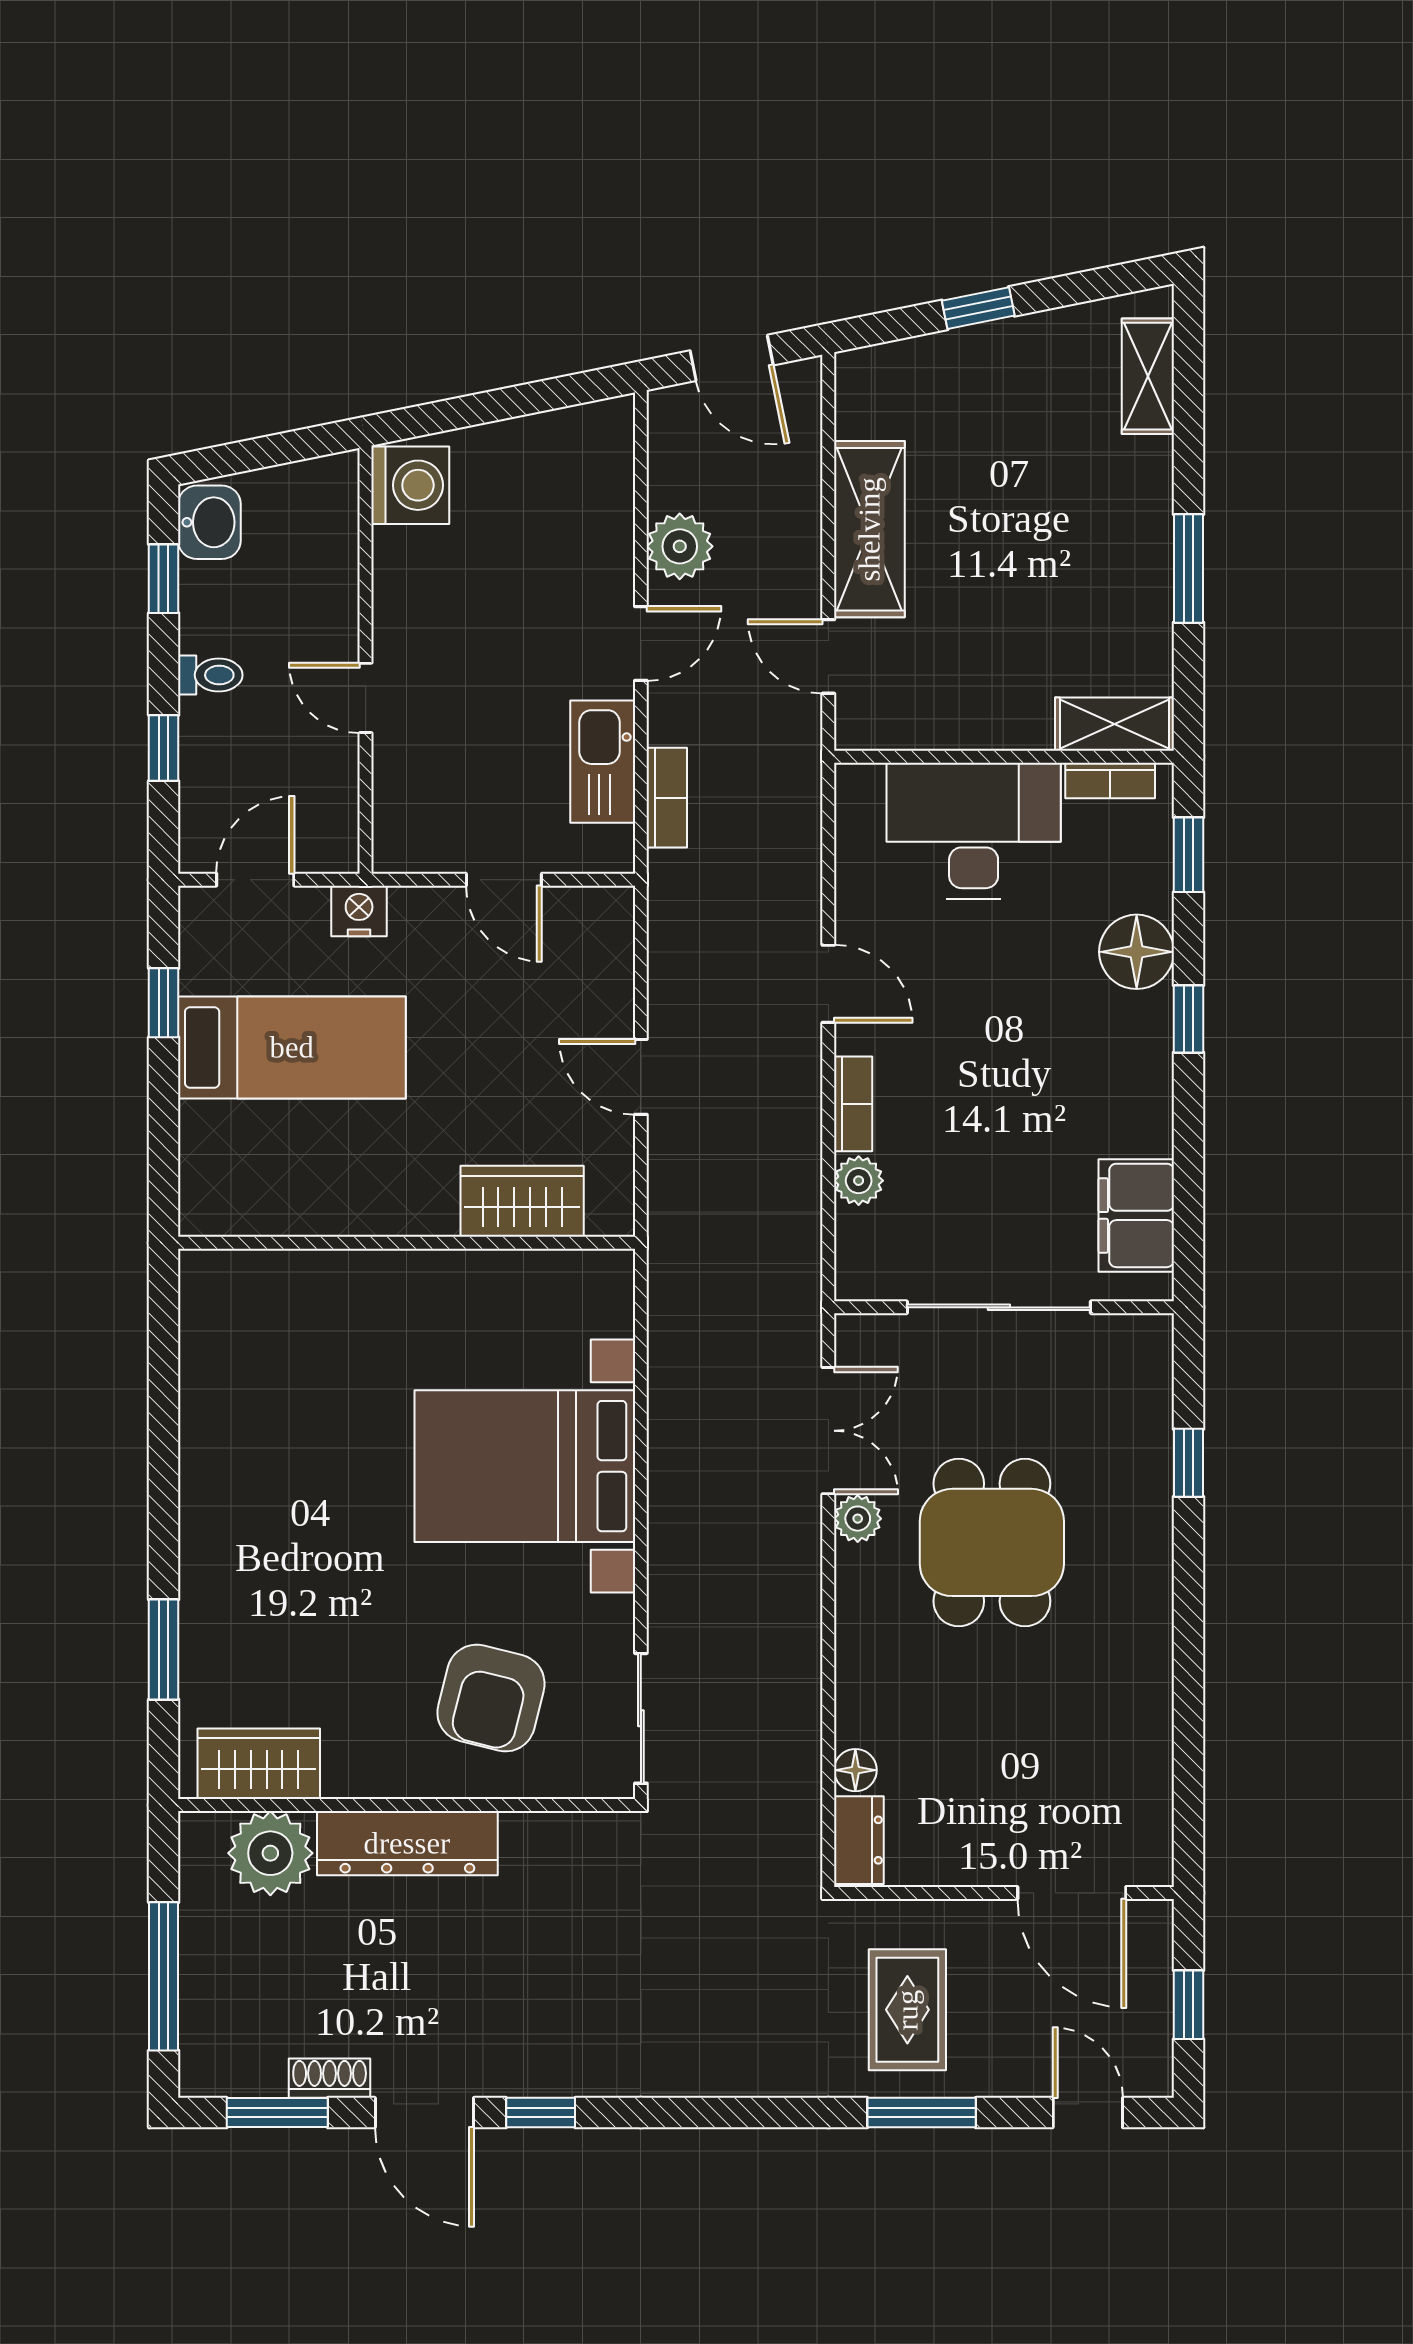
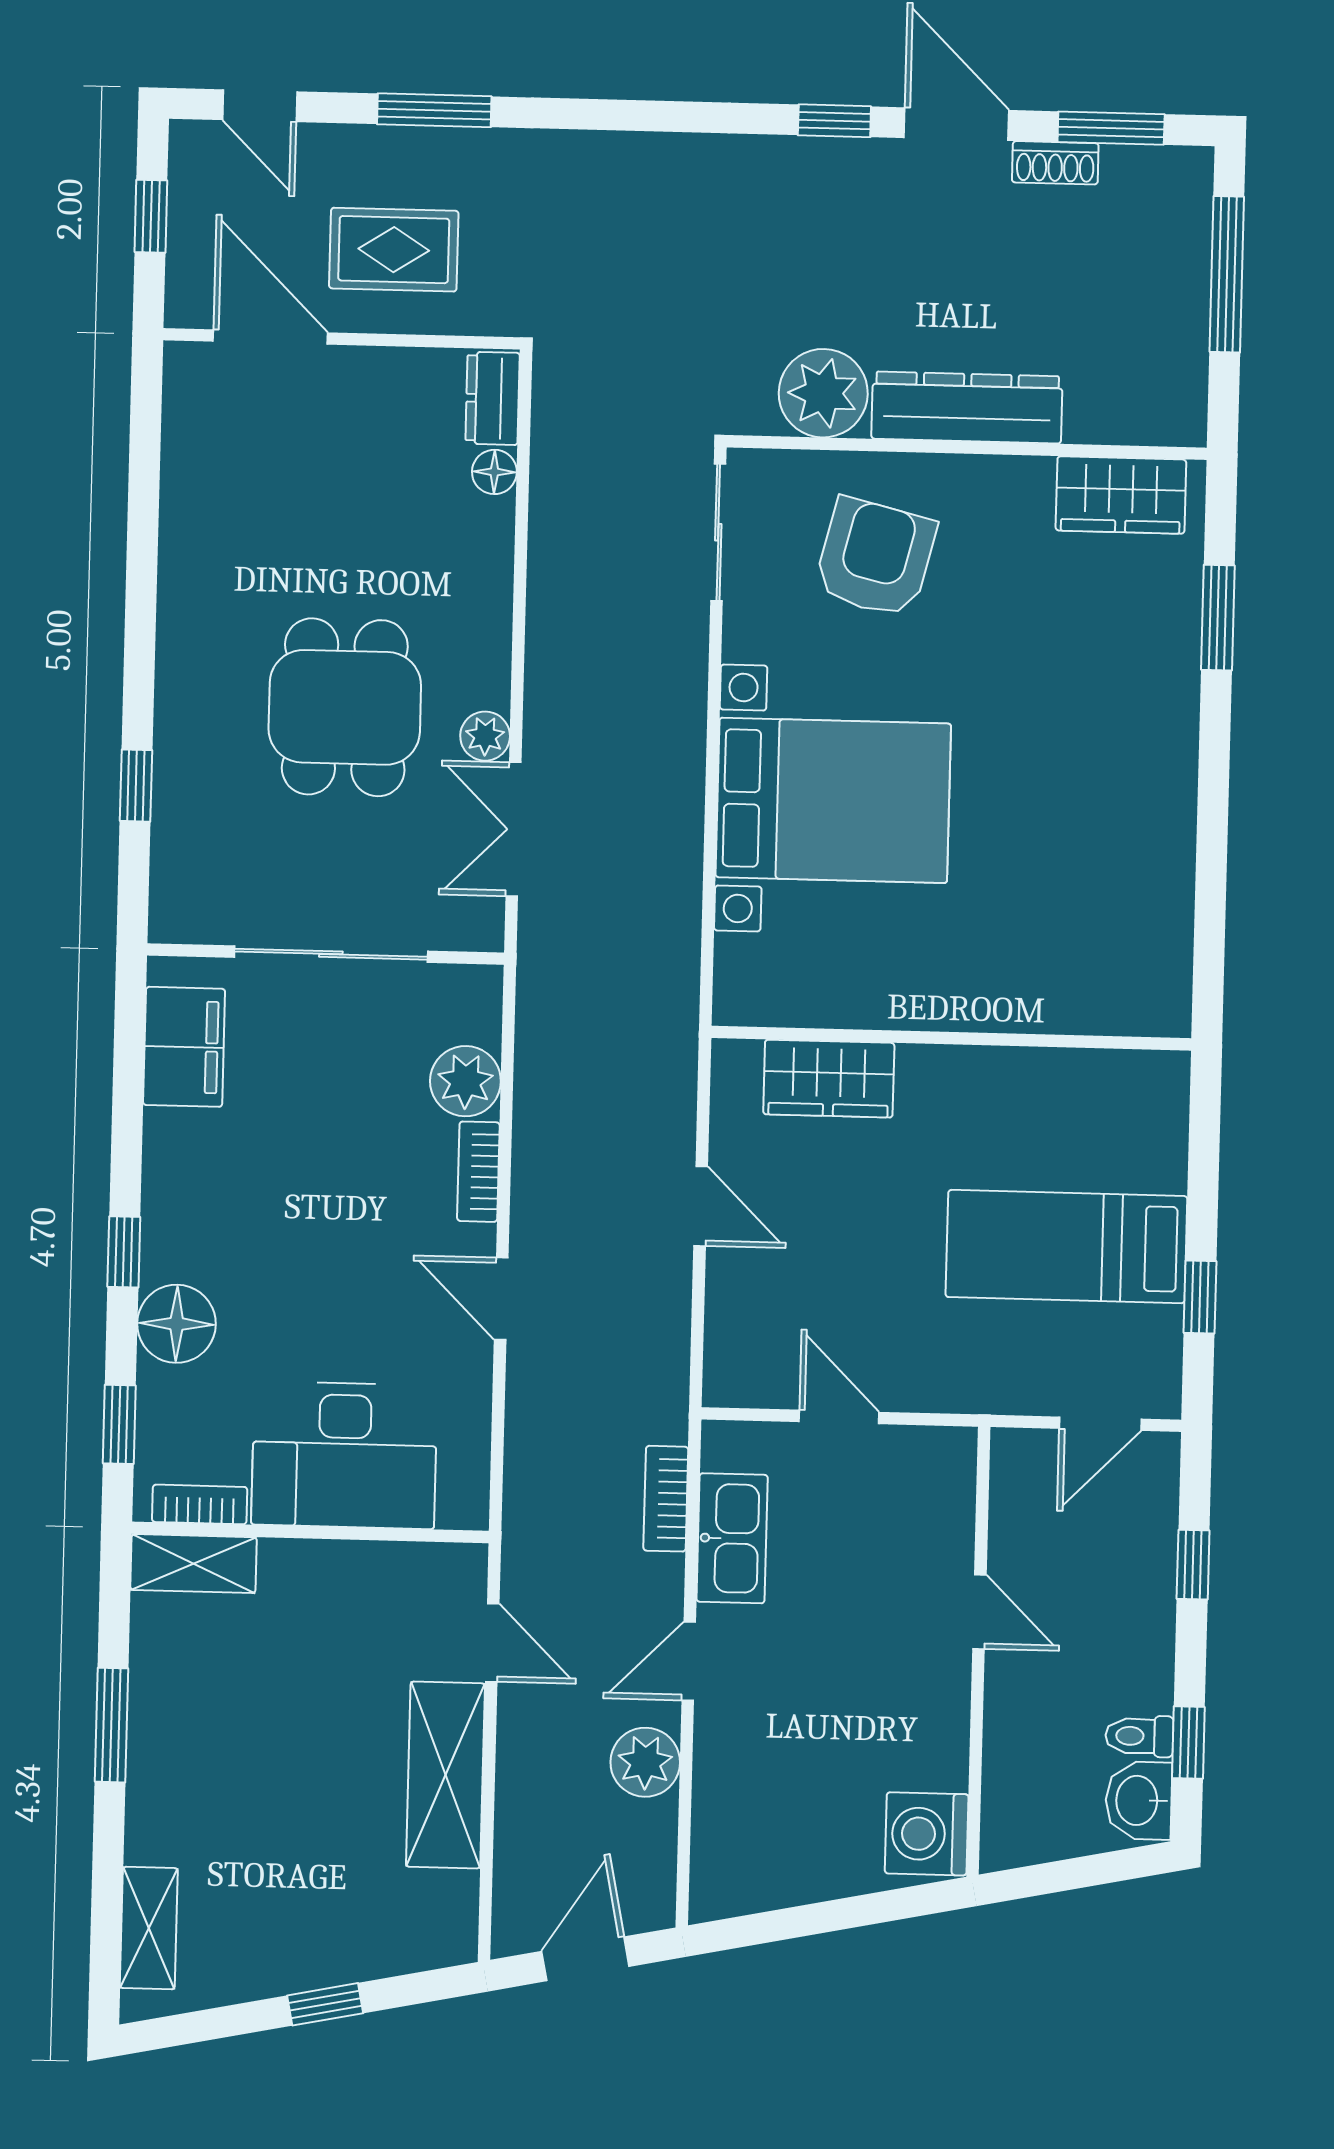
door: (732, 358) -> (585, 1959), hinge flipped
toilet: (210, 675) -> (1139, 1736), moved
nightstand: (359, 911) -> (992, 1388), removed
plant: (859, 1181) -> (465, 1081), width x1.38, depth x1.38
plant: (270, 1853) -> (823, 393), moved
rug: (907, 2010) -> (394, 250), moved, turned 90

